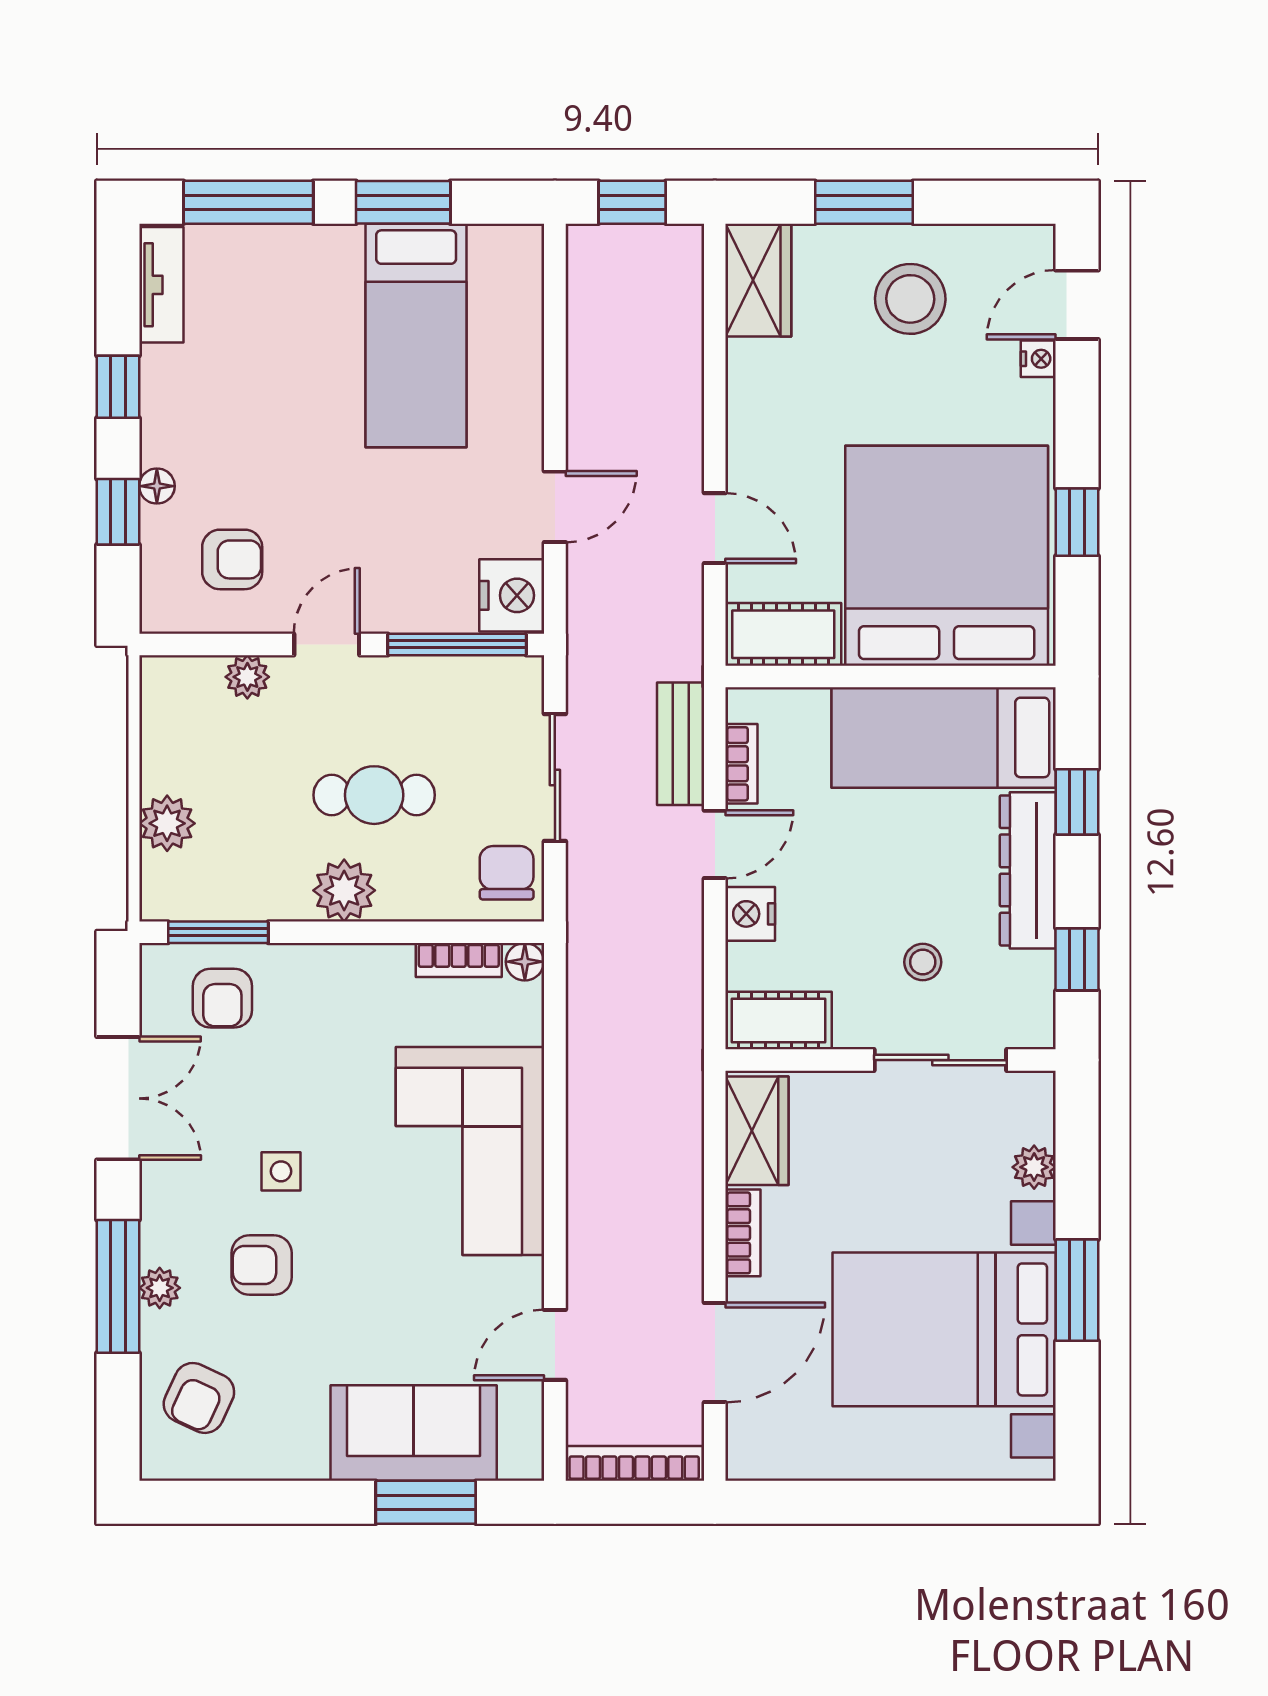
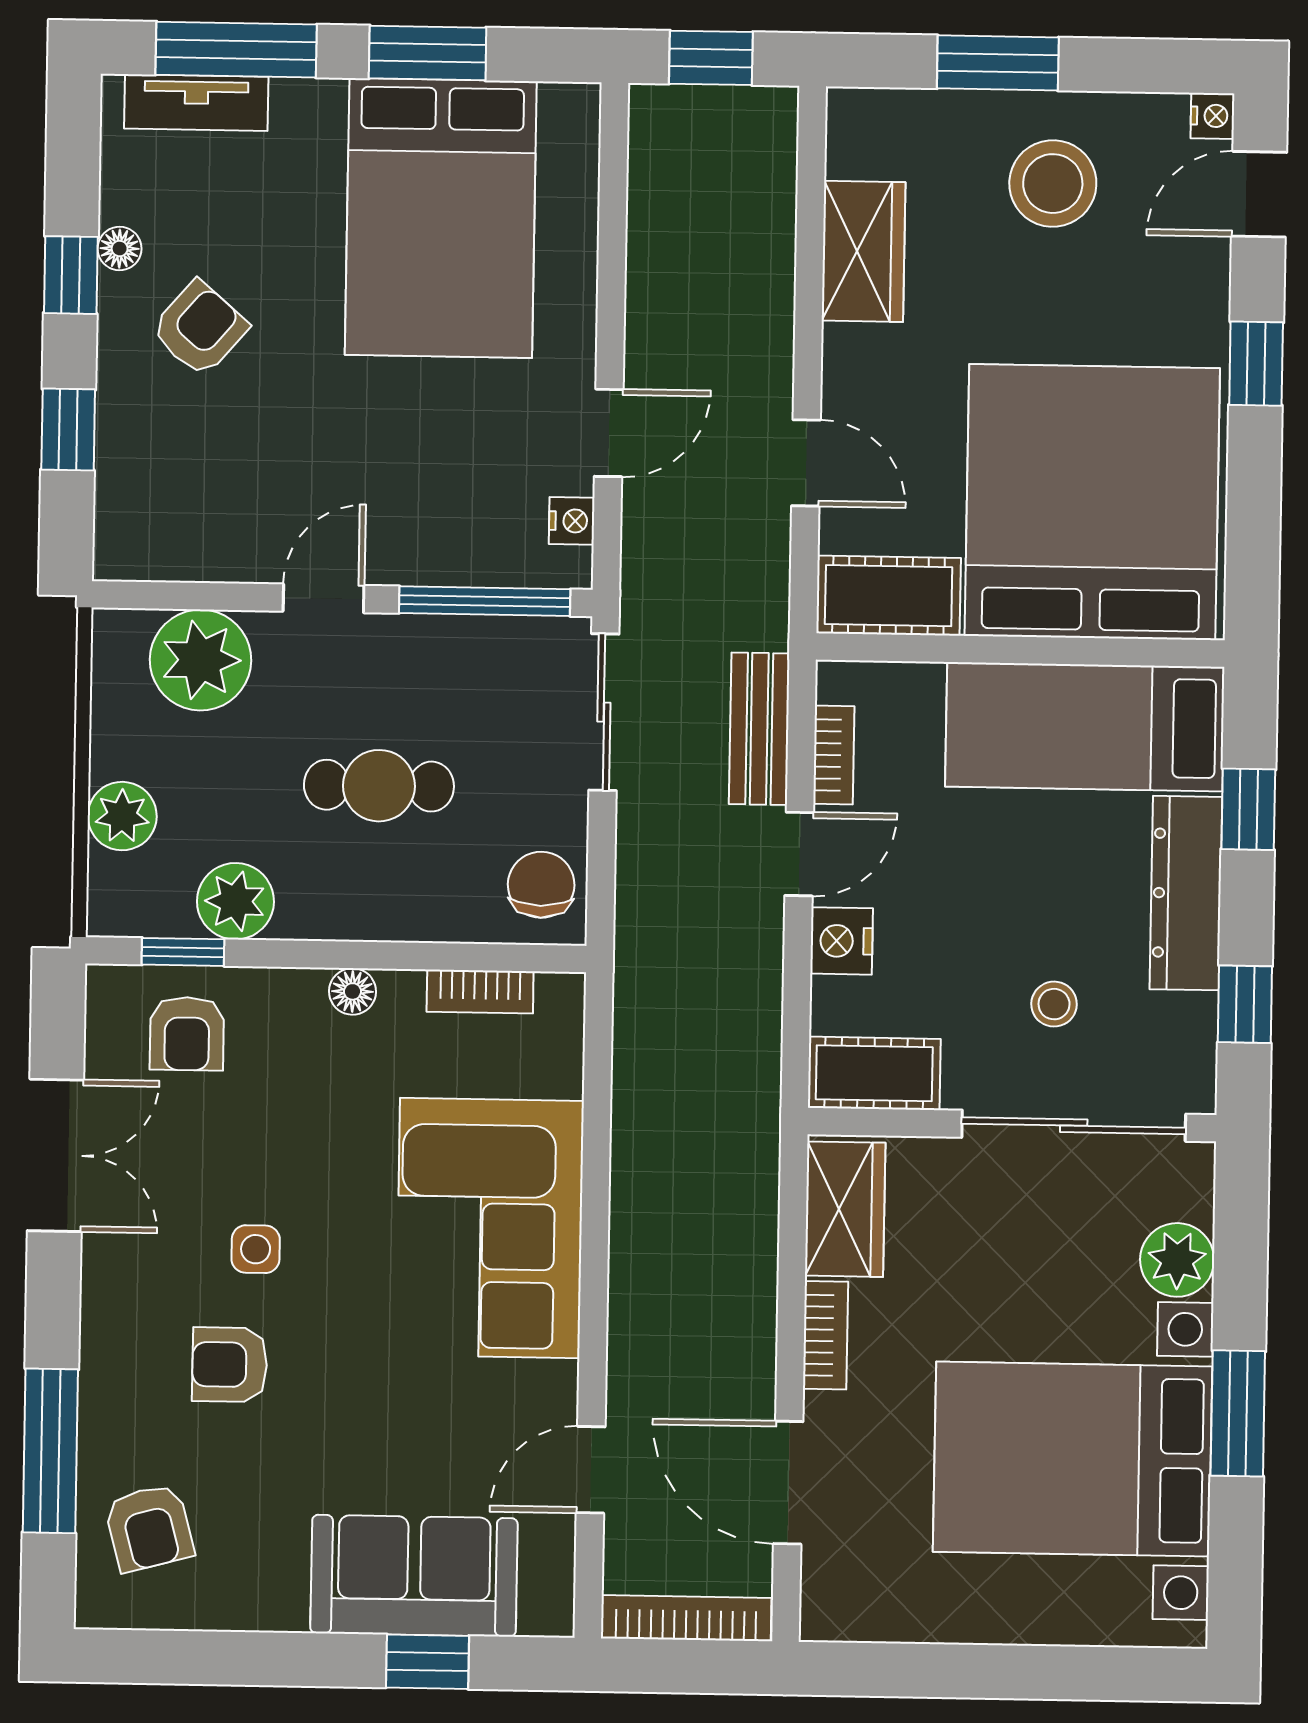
wardrobe: (758, 280) -> (864, 251), moved
tv unit: (161, 285) -> (196, 103), moved, turned 90
bed: (416, 335) -> (441, 218), width x1.50
nightstand: (1038, 359) -> (1212, 116), moved
floor lamp: (157, 486) -> (120, 249), moved
window: (1077, 522) -> (1256, 364), moved
armchair: (232, 559) -> (200, 328), moved, turned -49
nightstand: (512, 595) -> (572, 521), width x0.53, depth x0.56
plant: (247, 677) -> (201, 660), width x1.87, depth x1.87
sliding door: (555, 777) -> (604, 712), moved
plant: (344, 890) -> (235, 901), moved
window: (218, 932) -> (183, 952), width x0.67
floor lamp: (525, 962) -> (352, 991), moved
sliding door: (940, 1060) -> (1074, 1126), width x1.37
plant: (1034, 1167) -> (1177, 1260), width x1.38, depth x1.38
window: (118, 1286) -> (50, 1451), moved
plant: (160, 1288) -> (103, 1391), removed
door: (715, 1353) -> (788, 1483), swing flipped
armchair: (199, 1398) -> (149, 1528), turned -40
window: (426, 1502) -> (427, 1662), width x0.67

